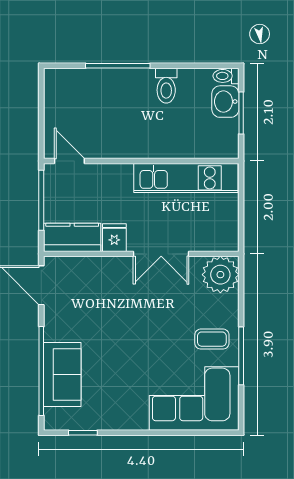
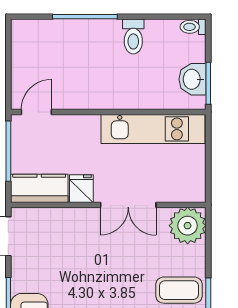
washbasin: (225, 102) -> (192, 79), moved
window: (241, 113) -> (208, 83), moved
door: (69, 161) -> (36, 112), hinge flipped
coffee table: (212, 339) -> (179, 290), width x1.36, depth x1.30

